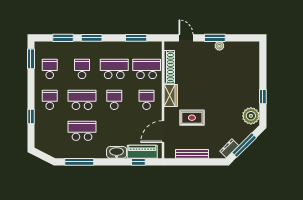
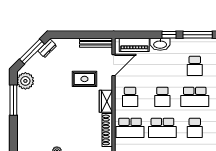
window: (263, 97) -> (13, 100), width x2.17
school desk: (82, 131) -> (195, 66), width x0.54
bench: (192, 154) -> (96, 43), moved
window: (138, 162) -> (169, 35), moved

